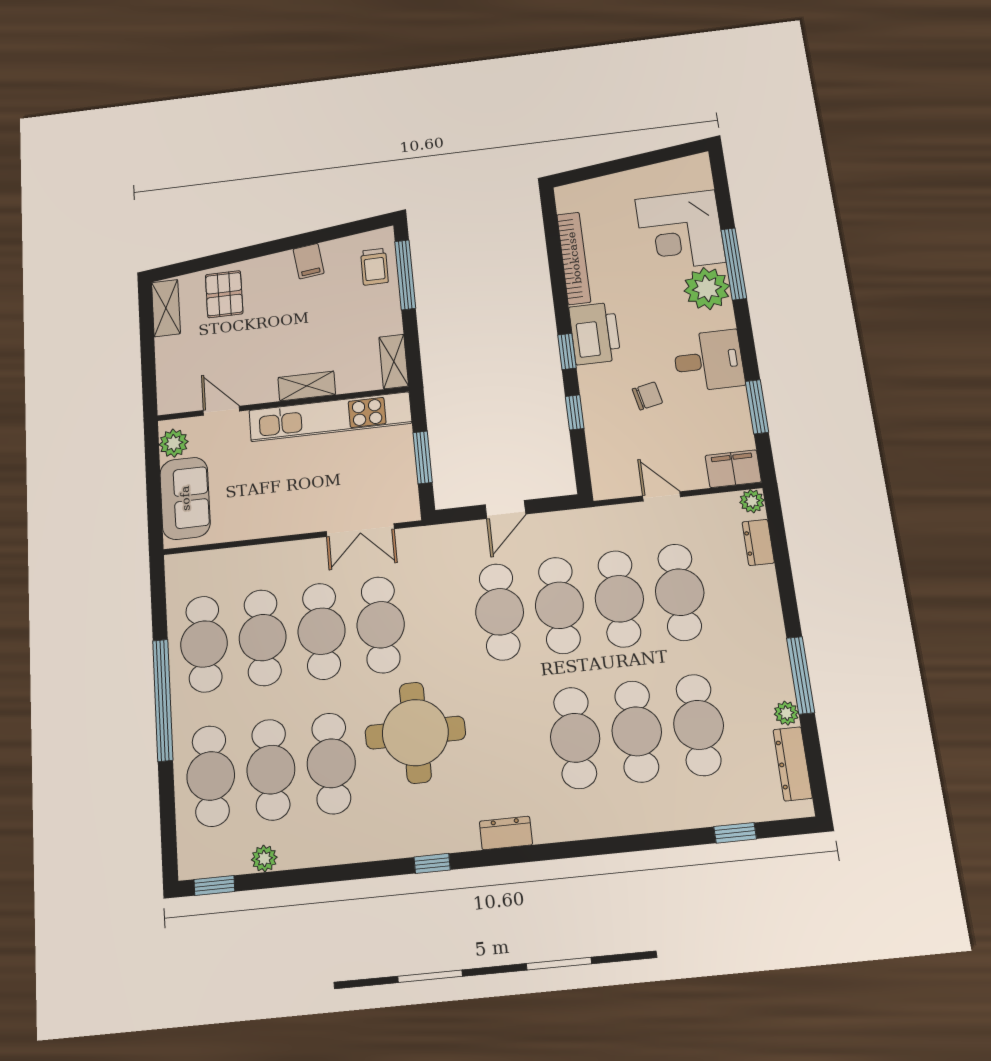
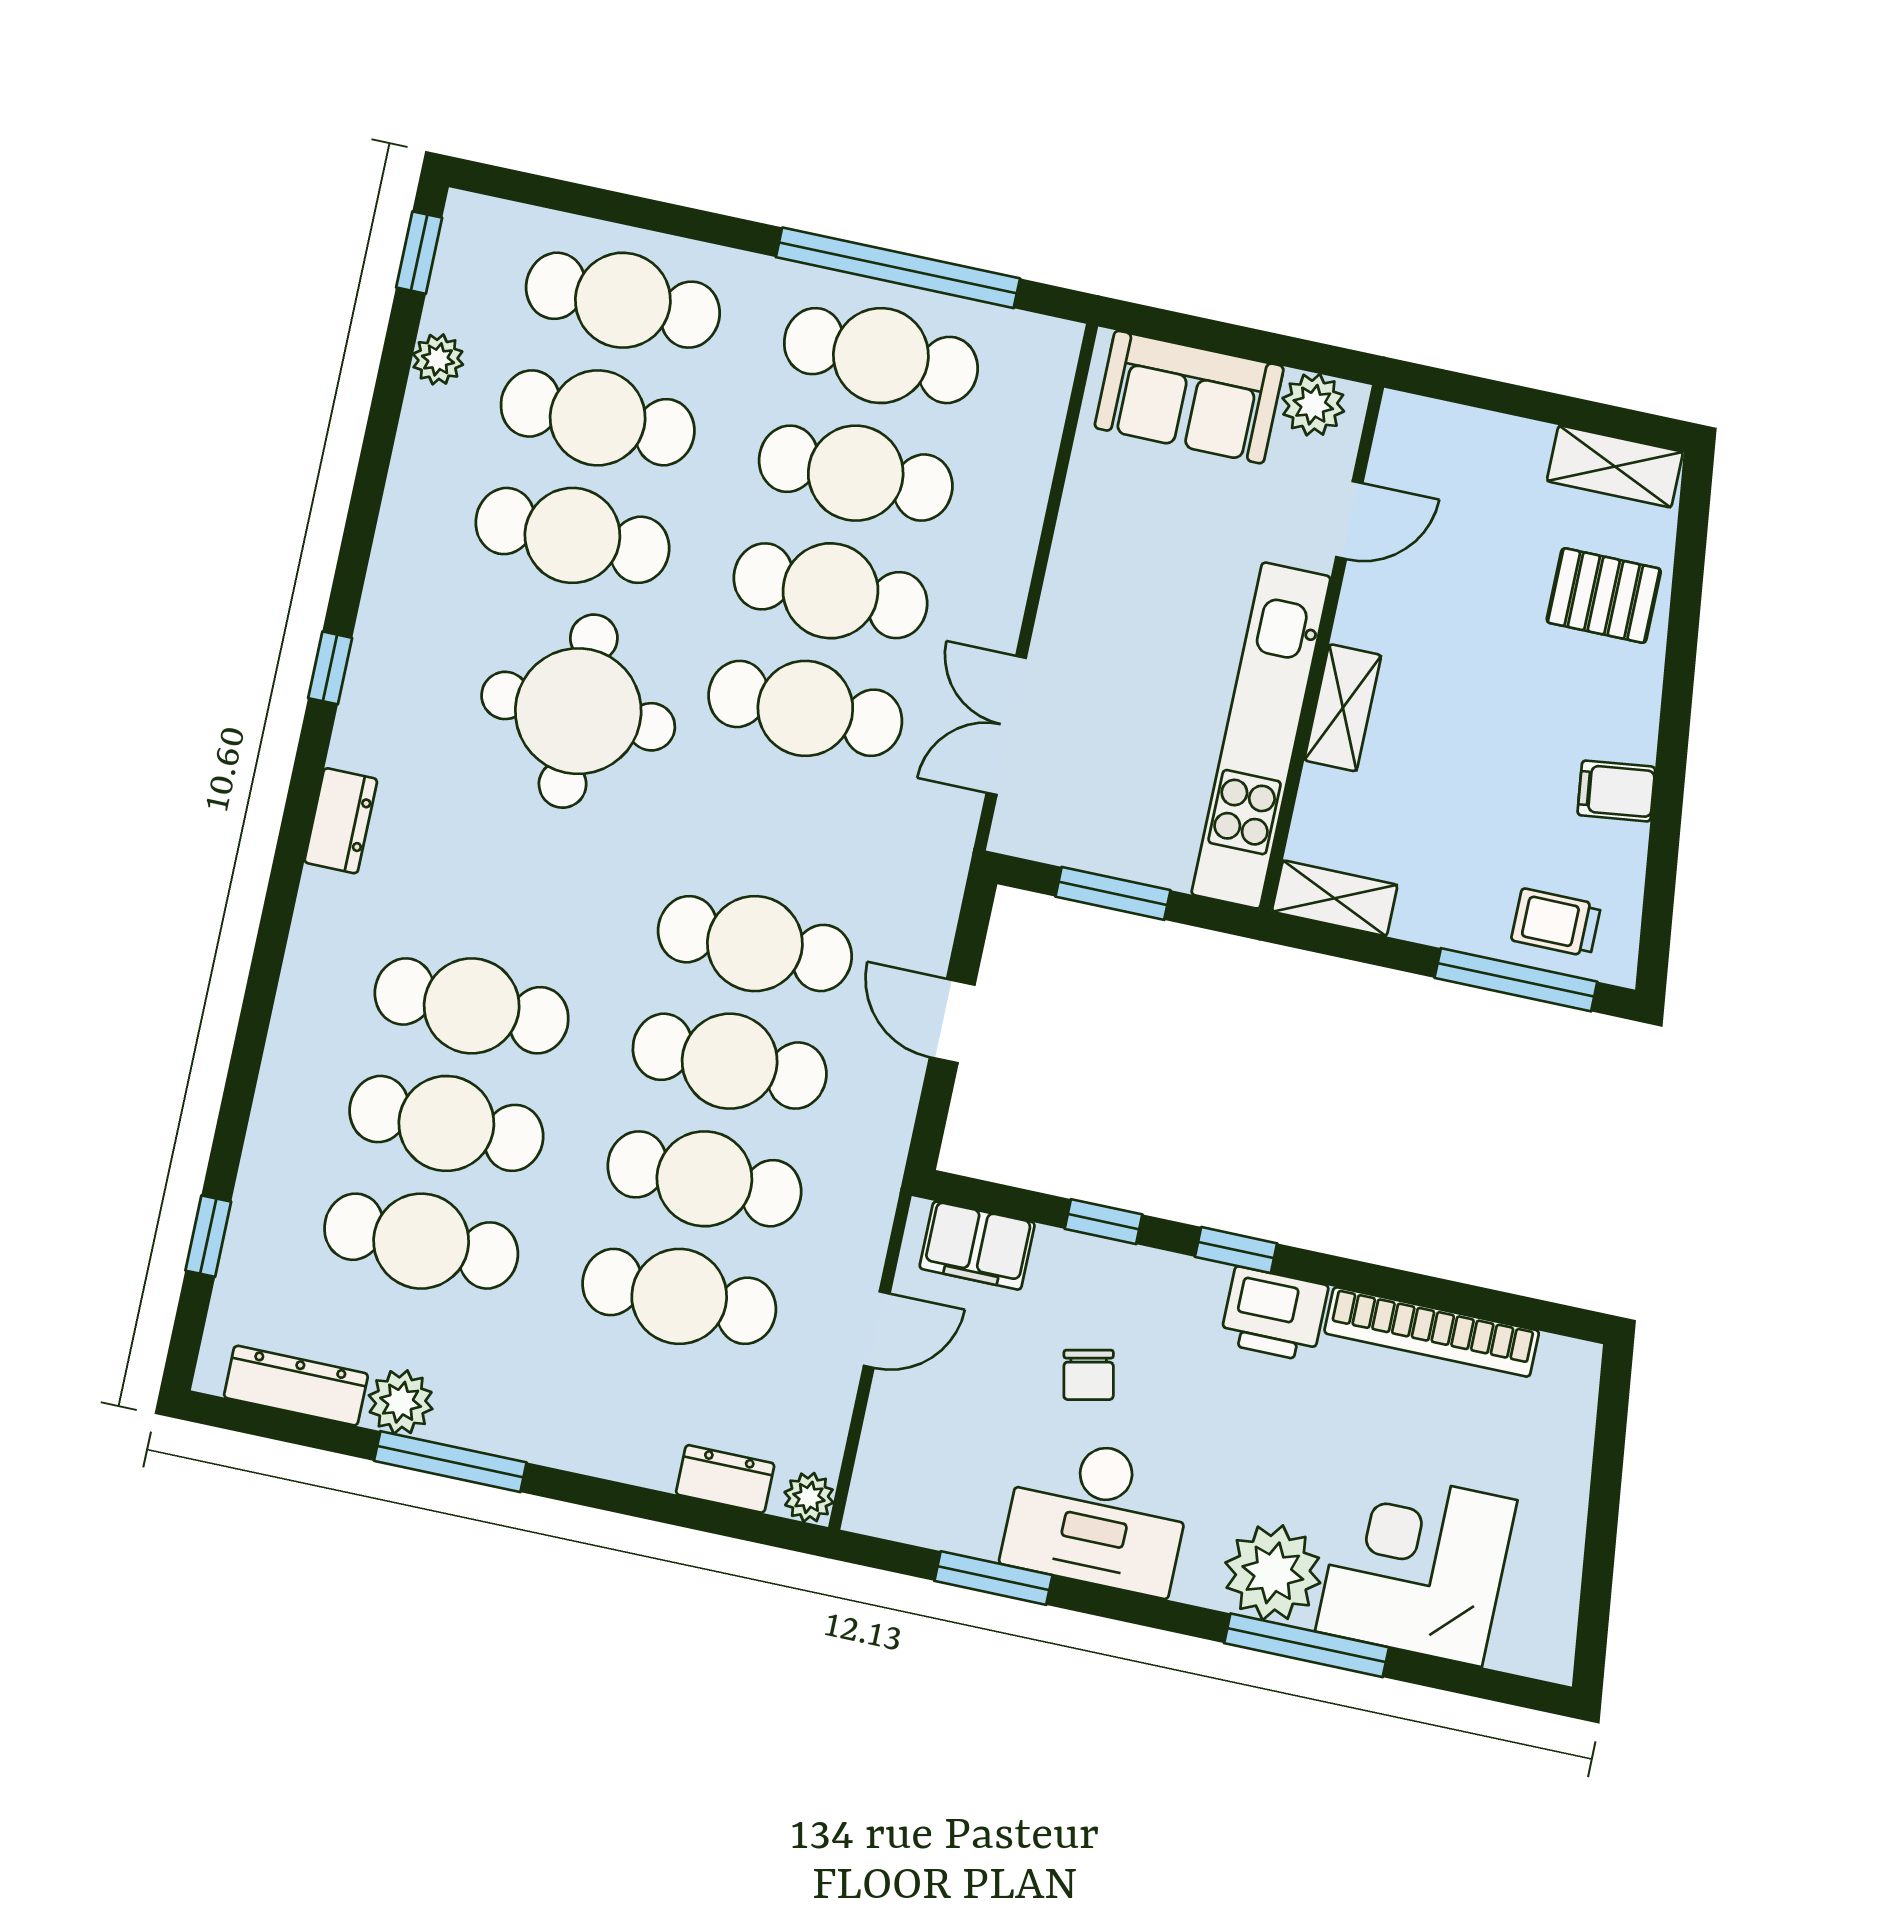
printer: (595, 333) -> (1274, 1314), width x0.73, depth x0.84
desk: (709, 361) -> (1097, 1515), width x1.37
filing cabinet: (733, 469) -> (977, 1246), moved, turned 90
window: (163, 700) -> (898, 268), moved
plant: (786, 713) -> (401, 1402), width x1.38, depth x1.38

